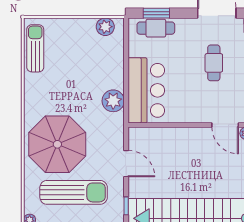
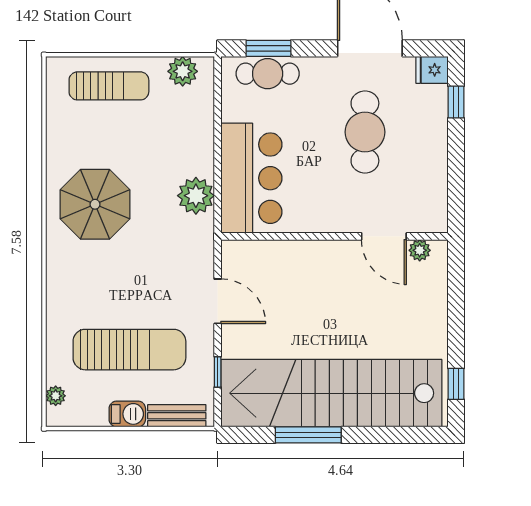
sun lounger: (35, 48) -> (109, 86), moved, turned 90
cafe table: (214, 63) -> (365, 132), width x1.37, depth x1.35
parasol: (57, 144) -> (95, 204), moved, width x0.73, depth x0.73

